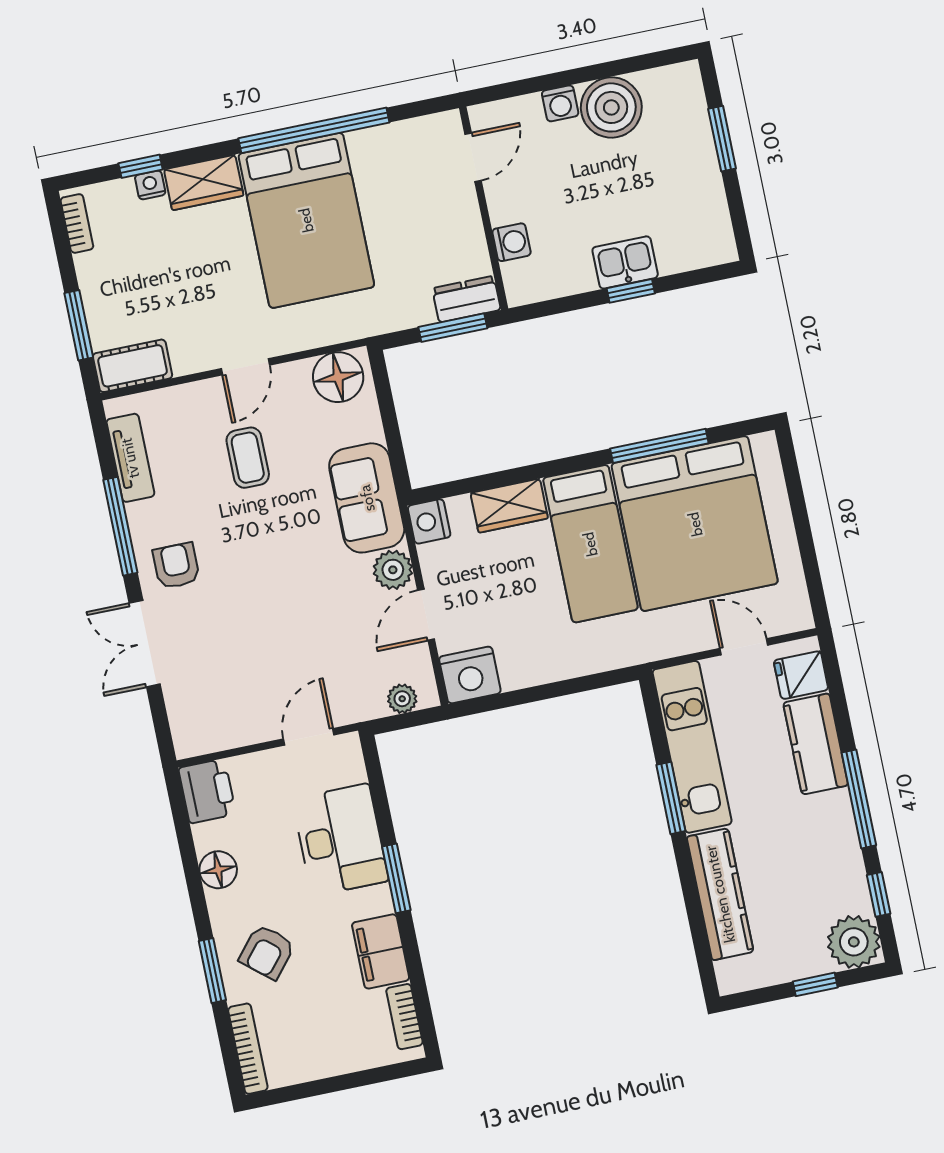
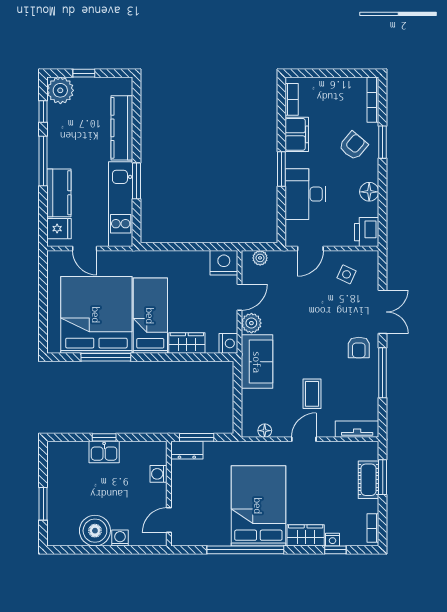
cot: (133, 366) -> (368, 480), moved, turned 90
floor lamp: (338, 377) -> (265, 431), width x0.53, depth x0.53
tv unit: (130, 458) -> (357, 429), moved, turned 90
side table: (229, 702) -> (347, 274), added

